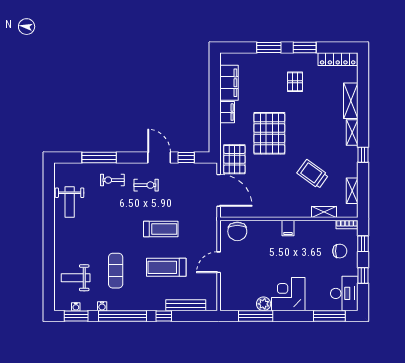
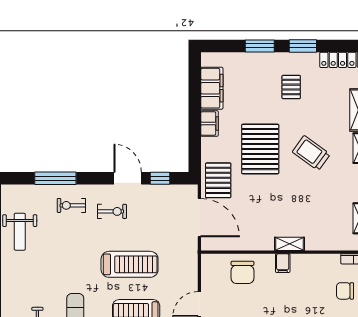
trolley: (313, 174) -> (311, 153), moved
shelving: (324, 212) -> (290, 244), moved
treadmill: (161, 229) -> (130, 264), width x1.37, depth x1.38
chair: (237, 231) -> (242, 272), moved
chair: (340, 251) -> (345, 291), turned 180

